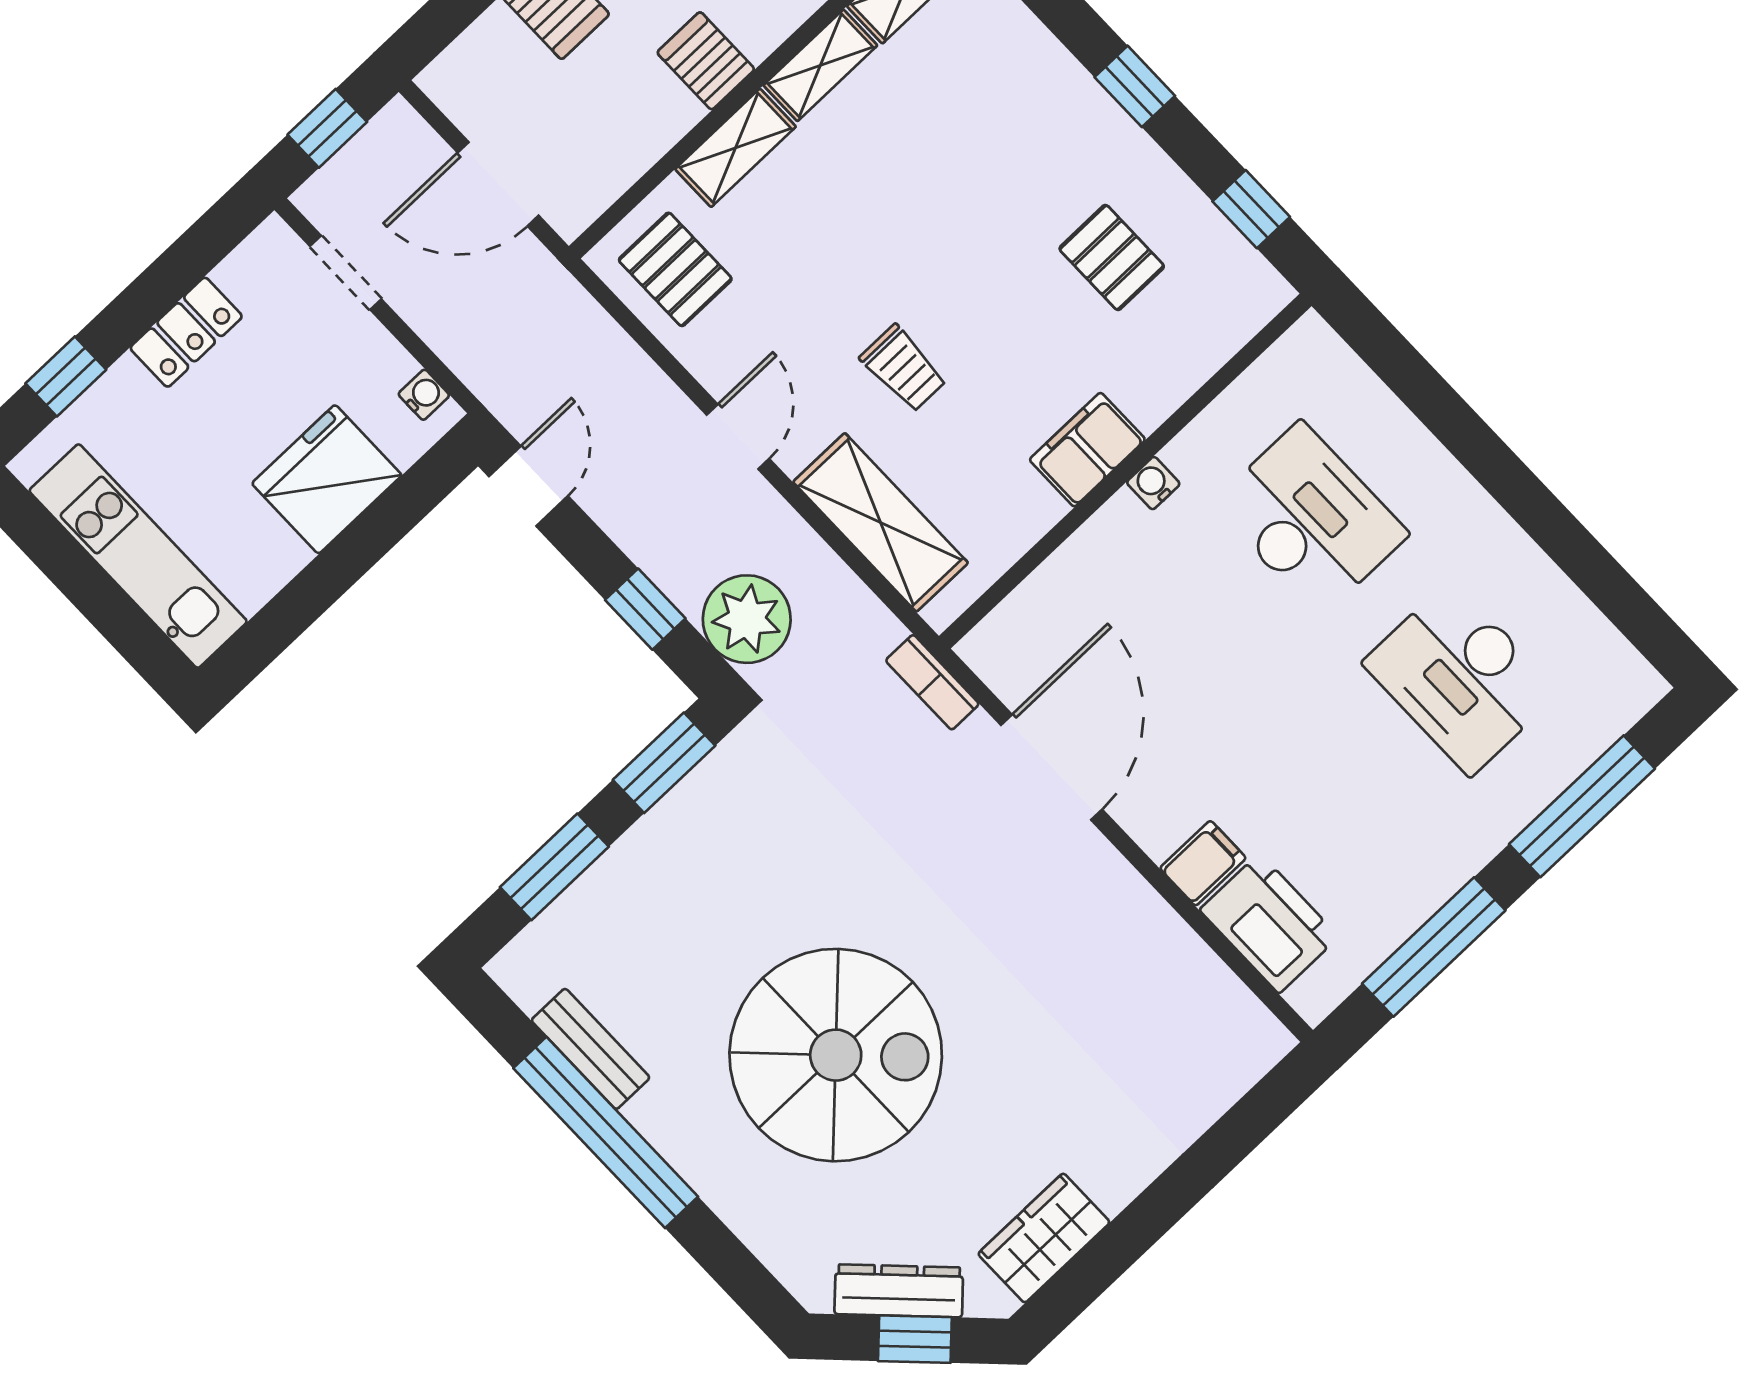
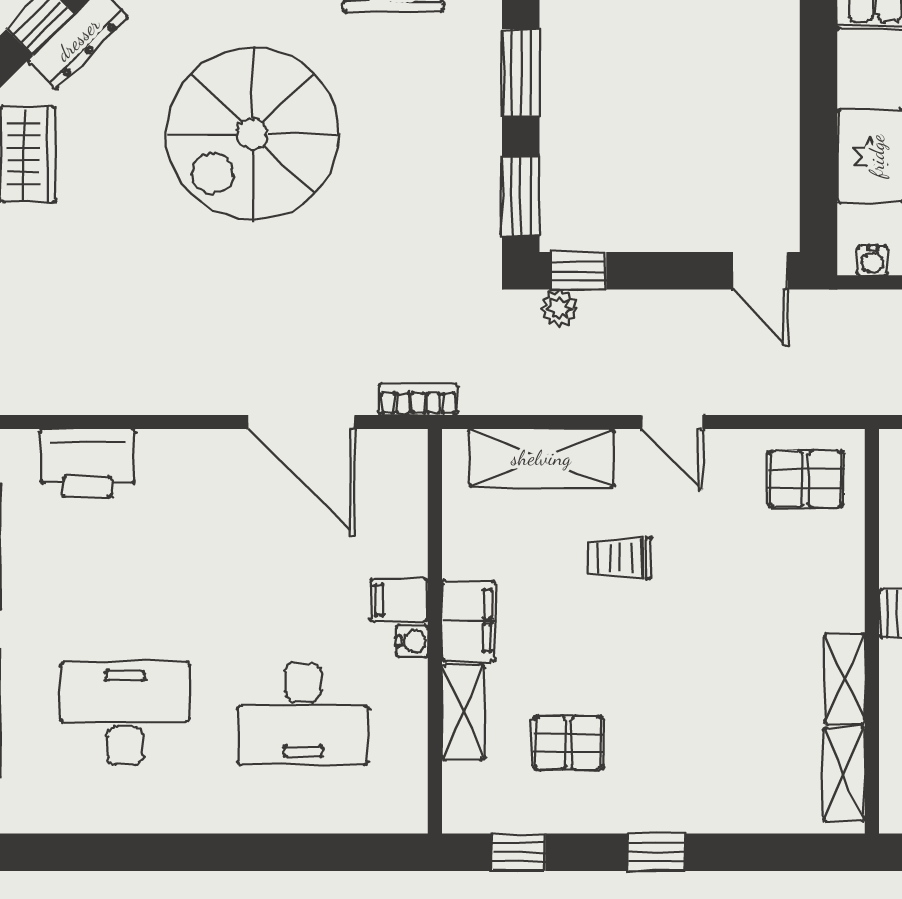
shelving: (735, 148) -> (463, 713), moved
window: (645, 609) -> (578, 271), moved
plant: (747, 619) -> (559, 308), width x0.53, depth x0.53
filing cabinet: (1203, 863) -> (399, 600), moved, turned 90

